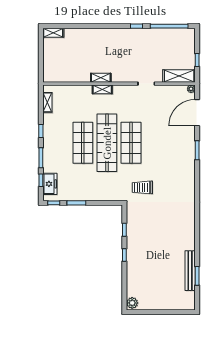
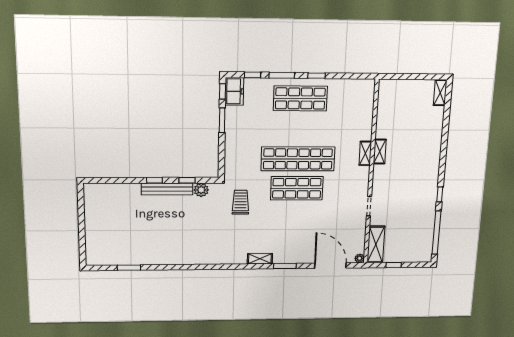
shelving: (47, 102) -> (260, 259), moved
shop shelf: (83, 143) -> (300, 98), moved
freezer: (50, 184) -> (234, 91), moved, turned -90
bench: (190, 271) -> (167, 189), moved
plant: (132, 303) -> (201, 190), moved

